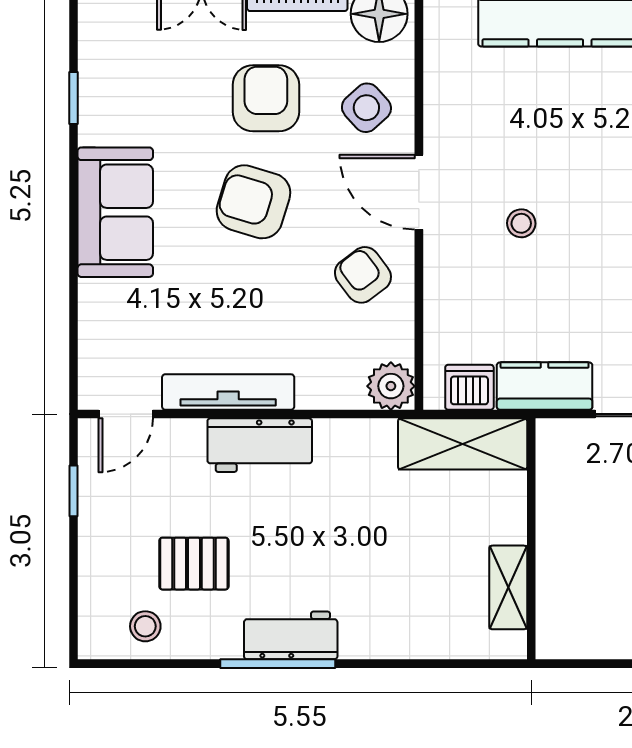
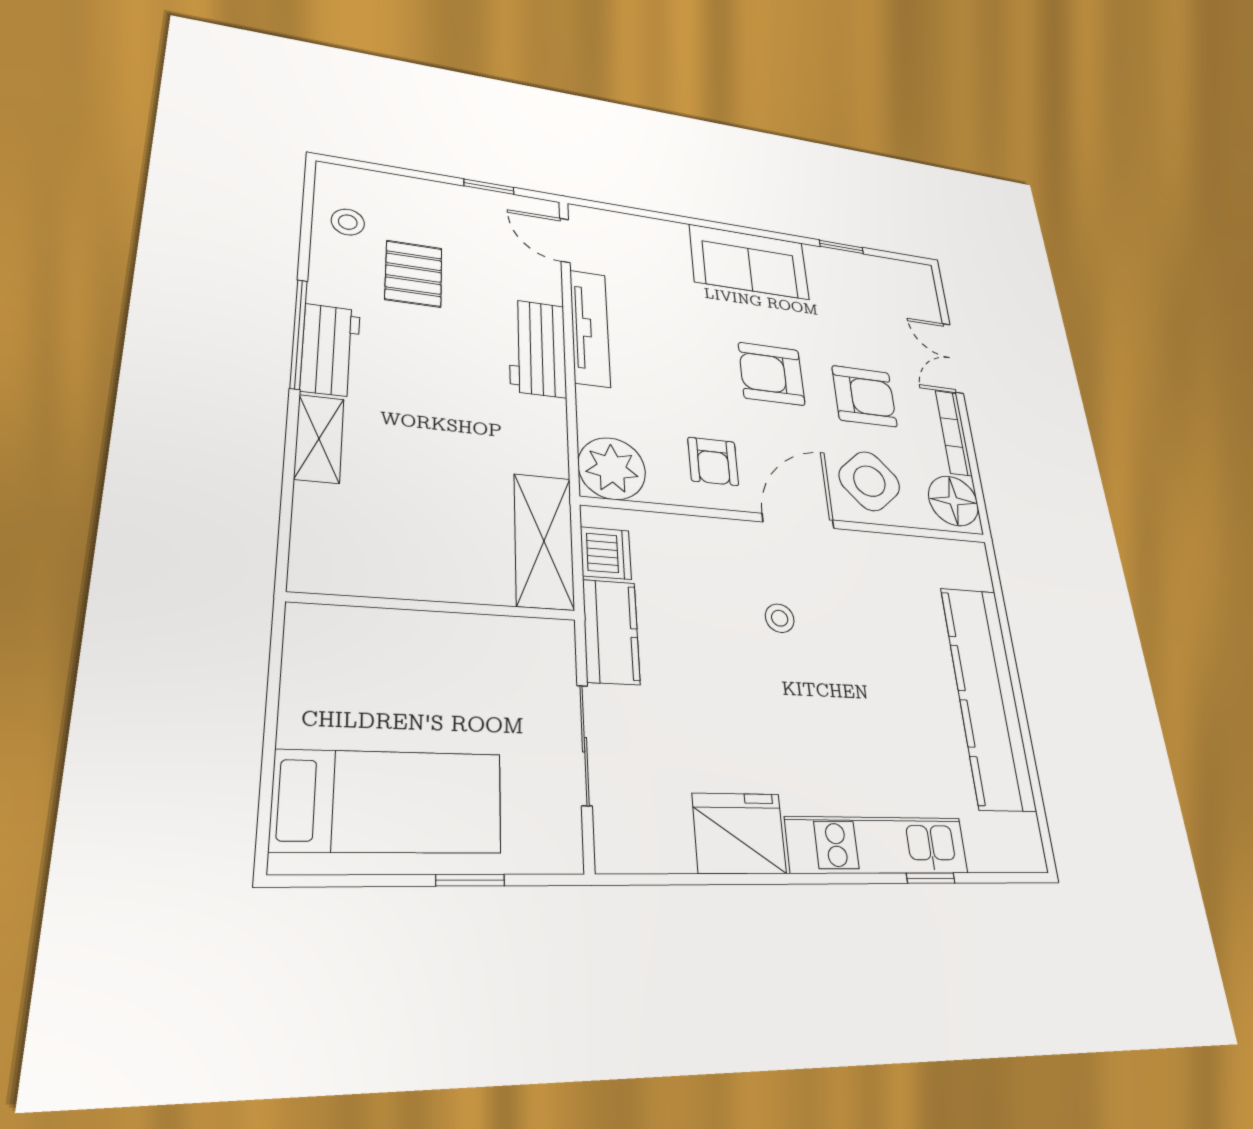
side table: (366, 108) -> (869, 481), width x1.37, depth x1.37
armchair: (253, 202) -> (772, 374), turned -107
armchair: (363, 275) -> (713, 461), turned 127
plant: (391, 386) -> (612, 468), width x1.36, depth x1.36
shelving: (508, 587) -> (319, 439), moved, turned 90

